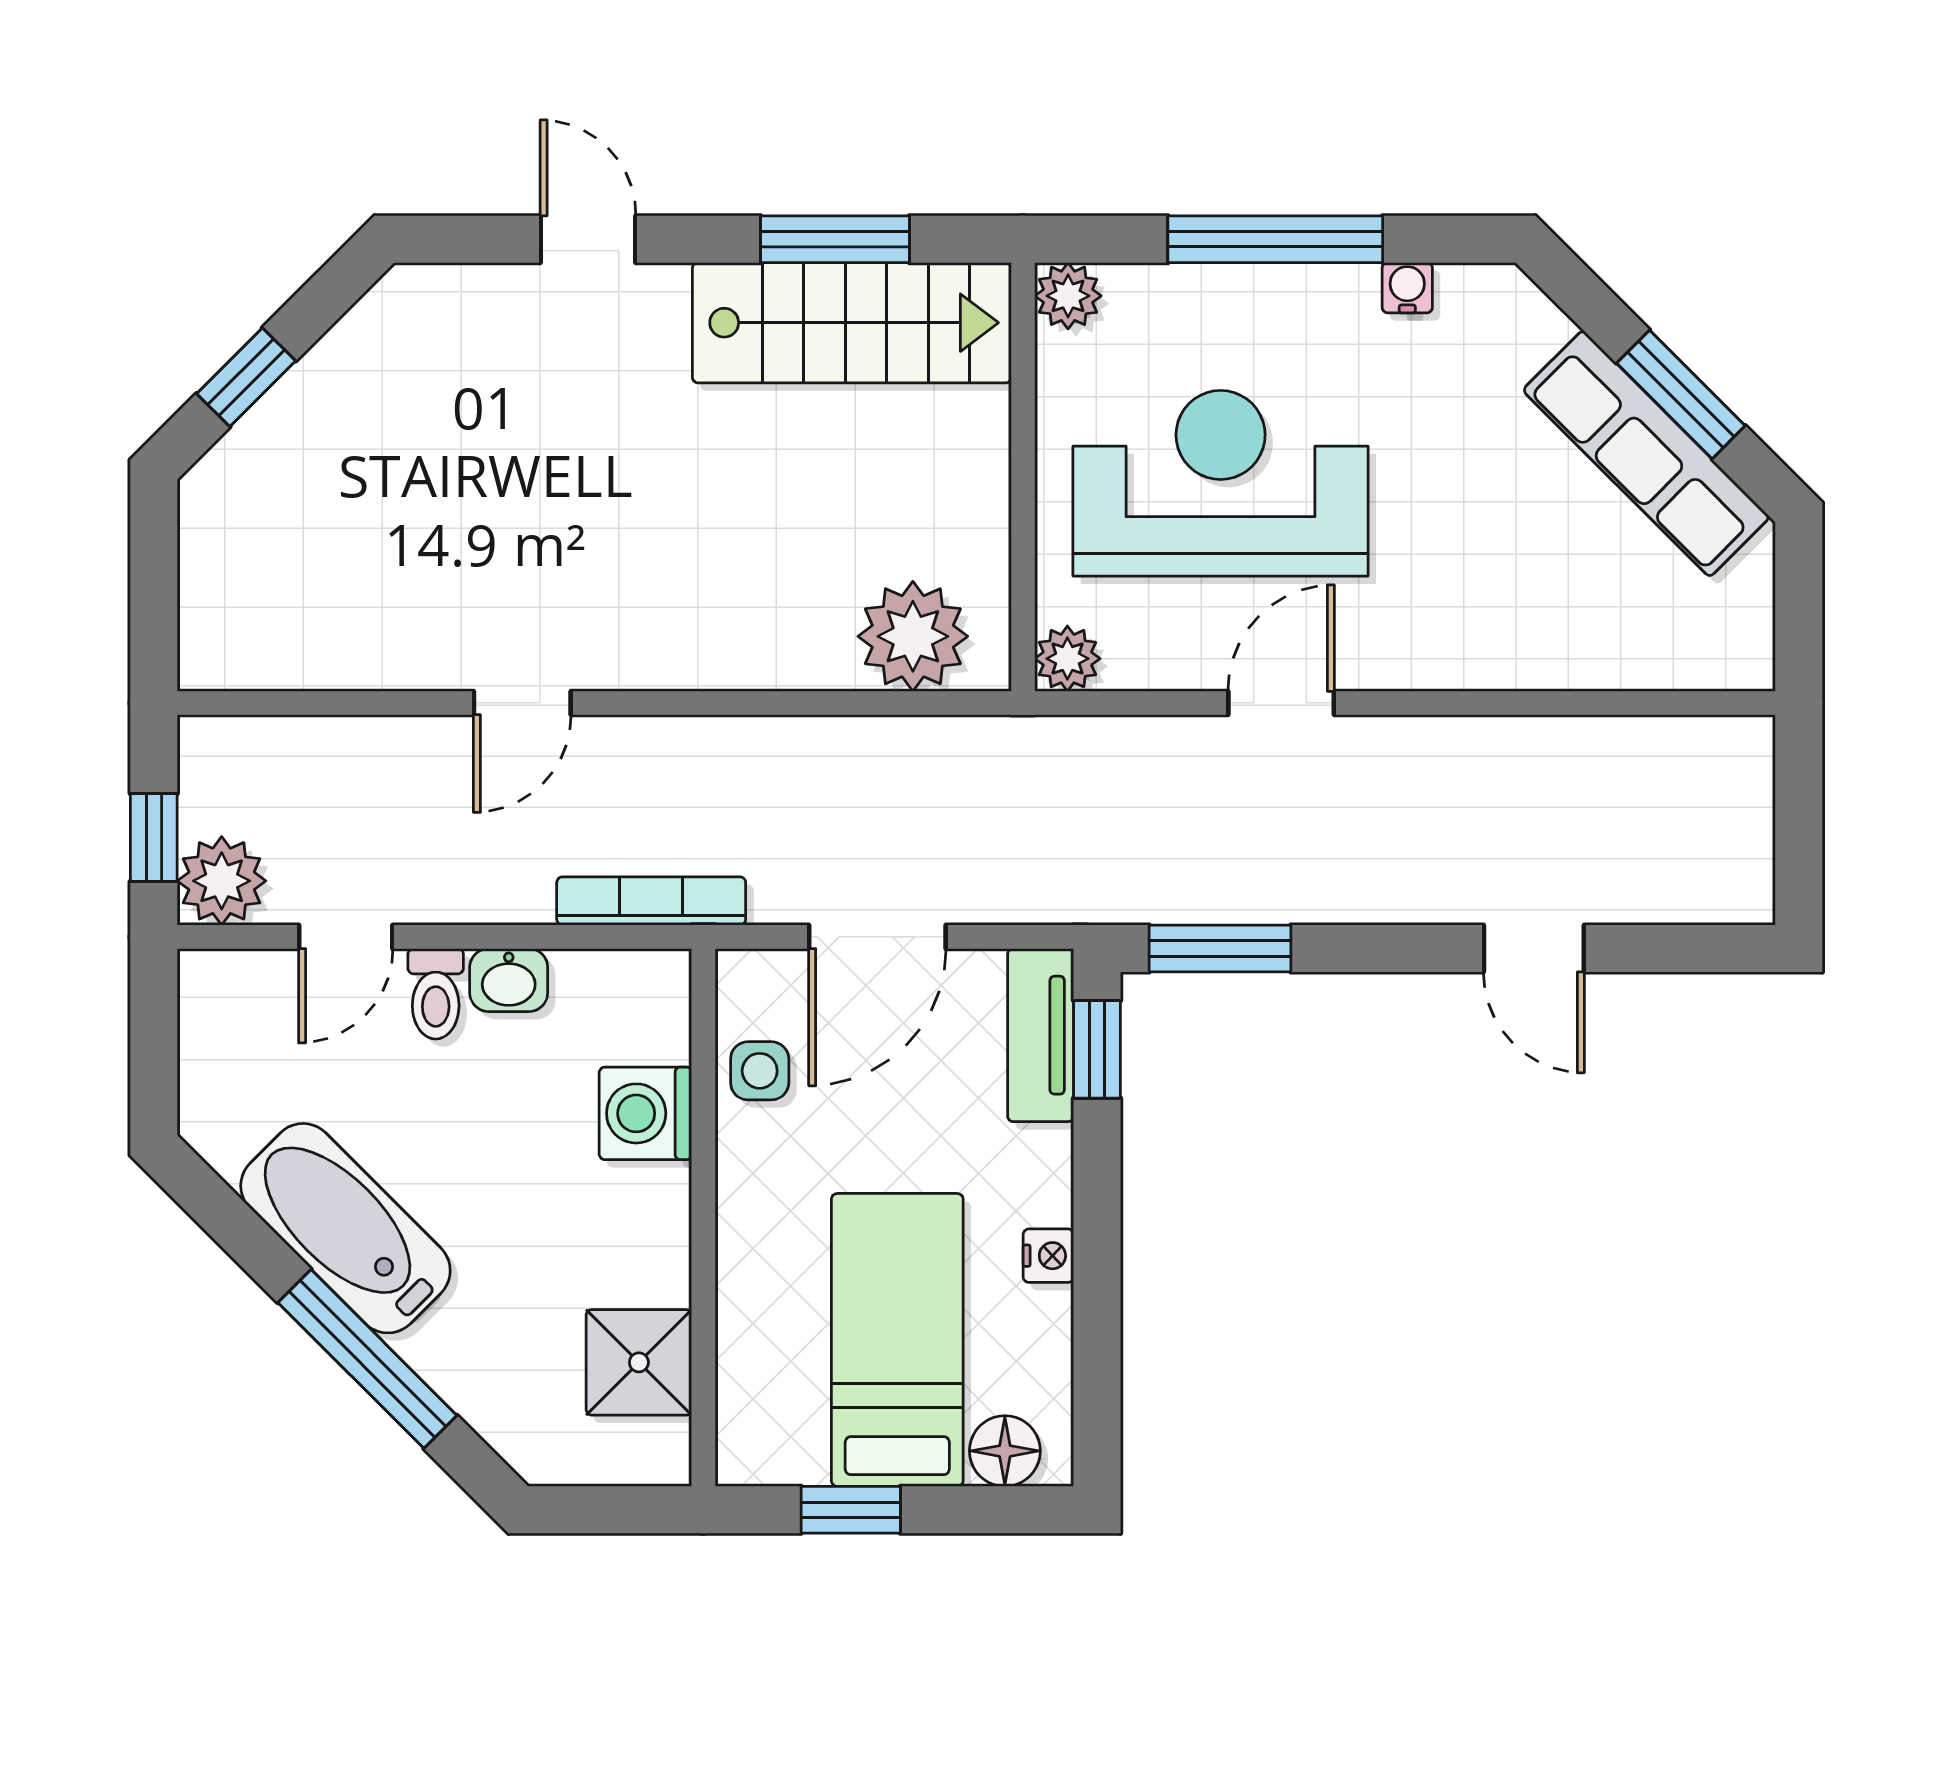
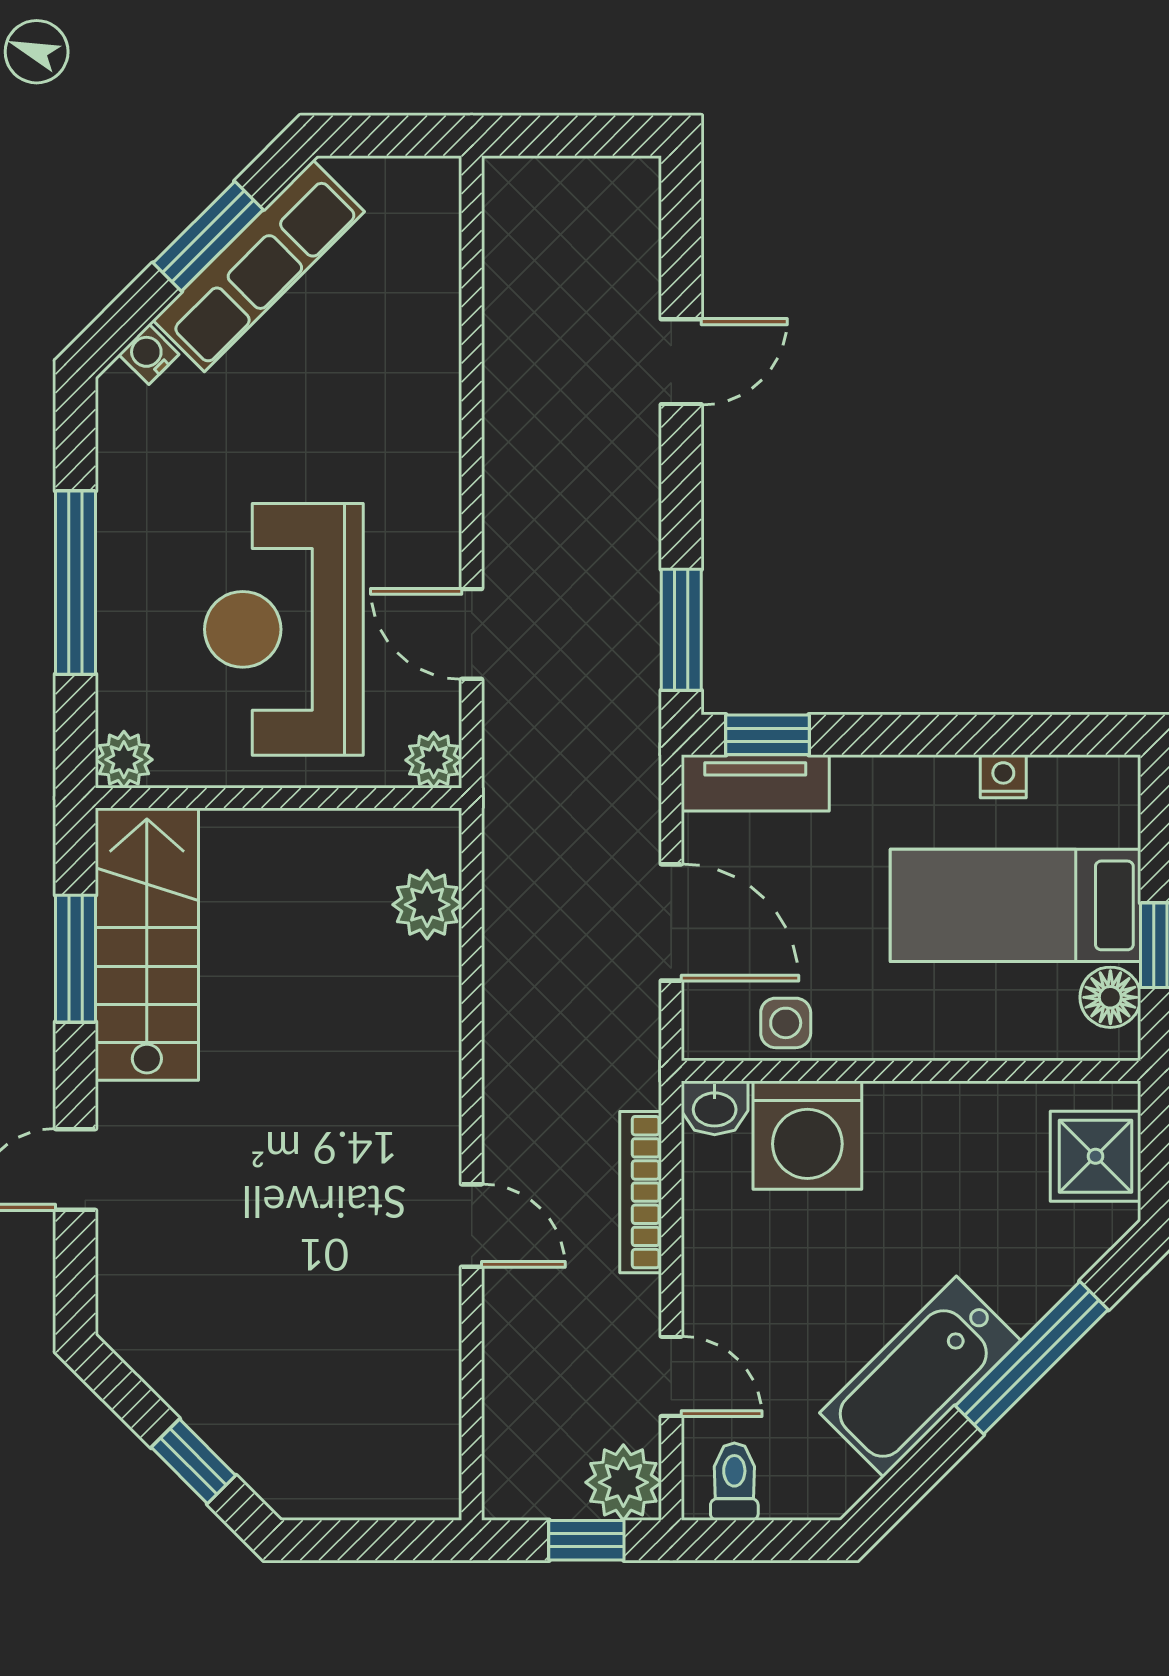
water cooler: (1407, 288) -> (149, 354), moved, turned 45
plant: (913, 636) -> (427, 905), width x0.73, depth x0.73
door: (1281, 703) -> (472, 634), moved
bookcase: (651, 901) -> (641, 1192), moved
washbasin: (509, 980) -> (715, 1108), moved, turned 90
toilet: (436, 994) -> (734, 1482), moved, turned -90
washing machine: (645, 1113) -> (807, 1135), width x1.37, depth x1.37
nightstand: (1048, 1256) -> (1003, 776), moved
shower: (639, 1362) -> (1095, 1156), moved
floor lamp: (1005, 1451) -> (1110, 997), moved

